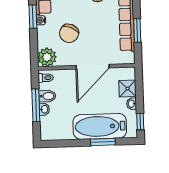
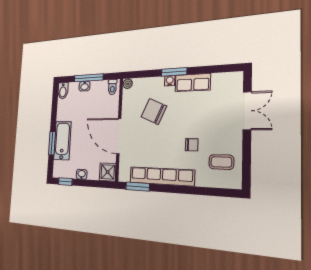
window: (137, 31) -> (138, 187), moved
plant: (47, 57) -> (128, 84), width x0.53, depth x0.53
shower: (128, 89) -> (108, 172), moved
bidet: (47, 96) -> (63, 91), moved
bathtub: (100, 126) -> (62, 141), width x0.73, depth x0.73

